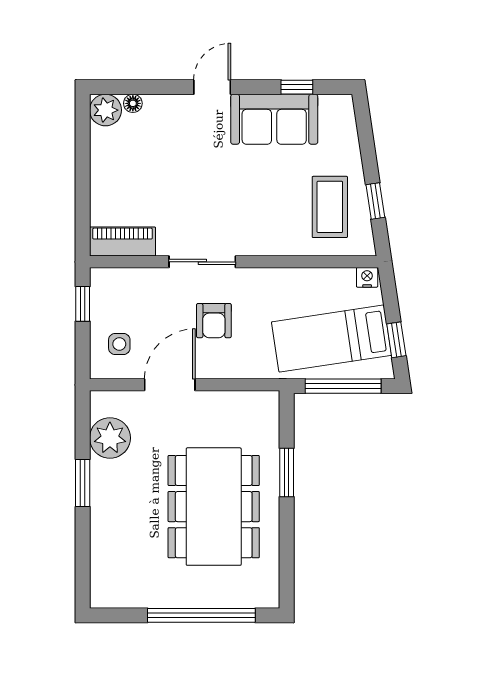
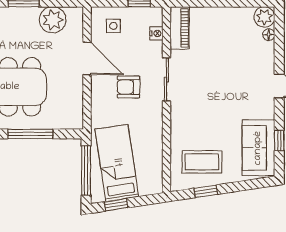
sofa: (274, 119) -> (258, 148), moved
nightstand: (367, 277) -> (156, 33), moved
window: (287, 473) -> (30, 134), width x1.44

